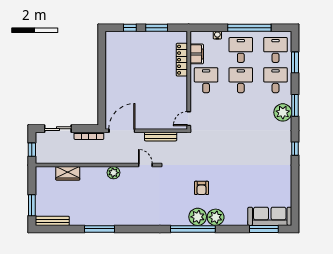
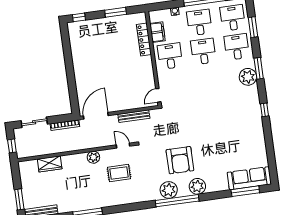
window: (130, 28) -> (79, 17), moved
armchair: (202, 188) -> (180, 160), width x1.88, depth x1.88
rug: (137, 192) -> (119, 173), added
plant: (198, 217) -> (169, 190), moved

